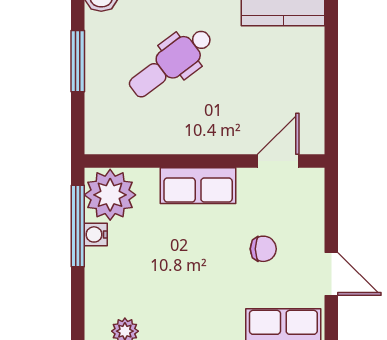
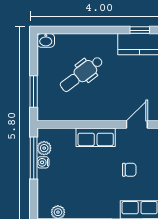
window: (78, 61) -> (34, 92), moved
plant: (110, 195) -> (44, 148), width x0.53, depth x0.53

